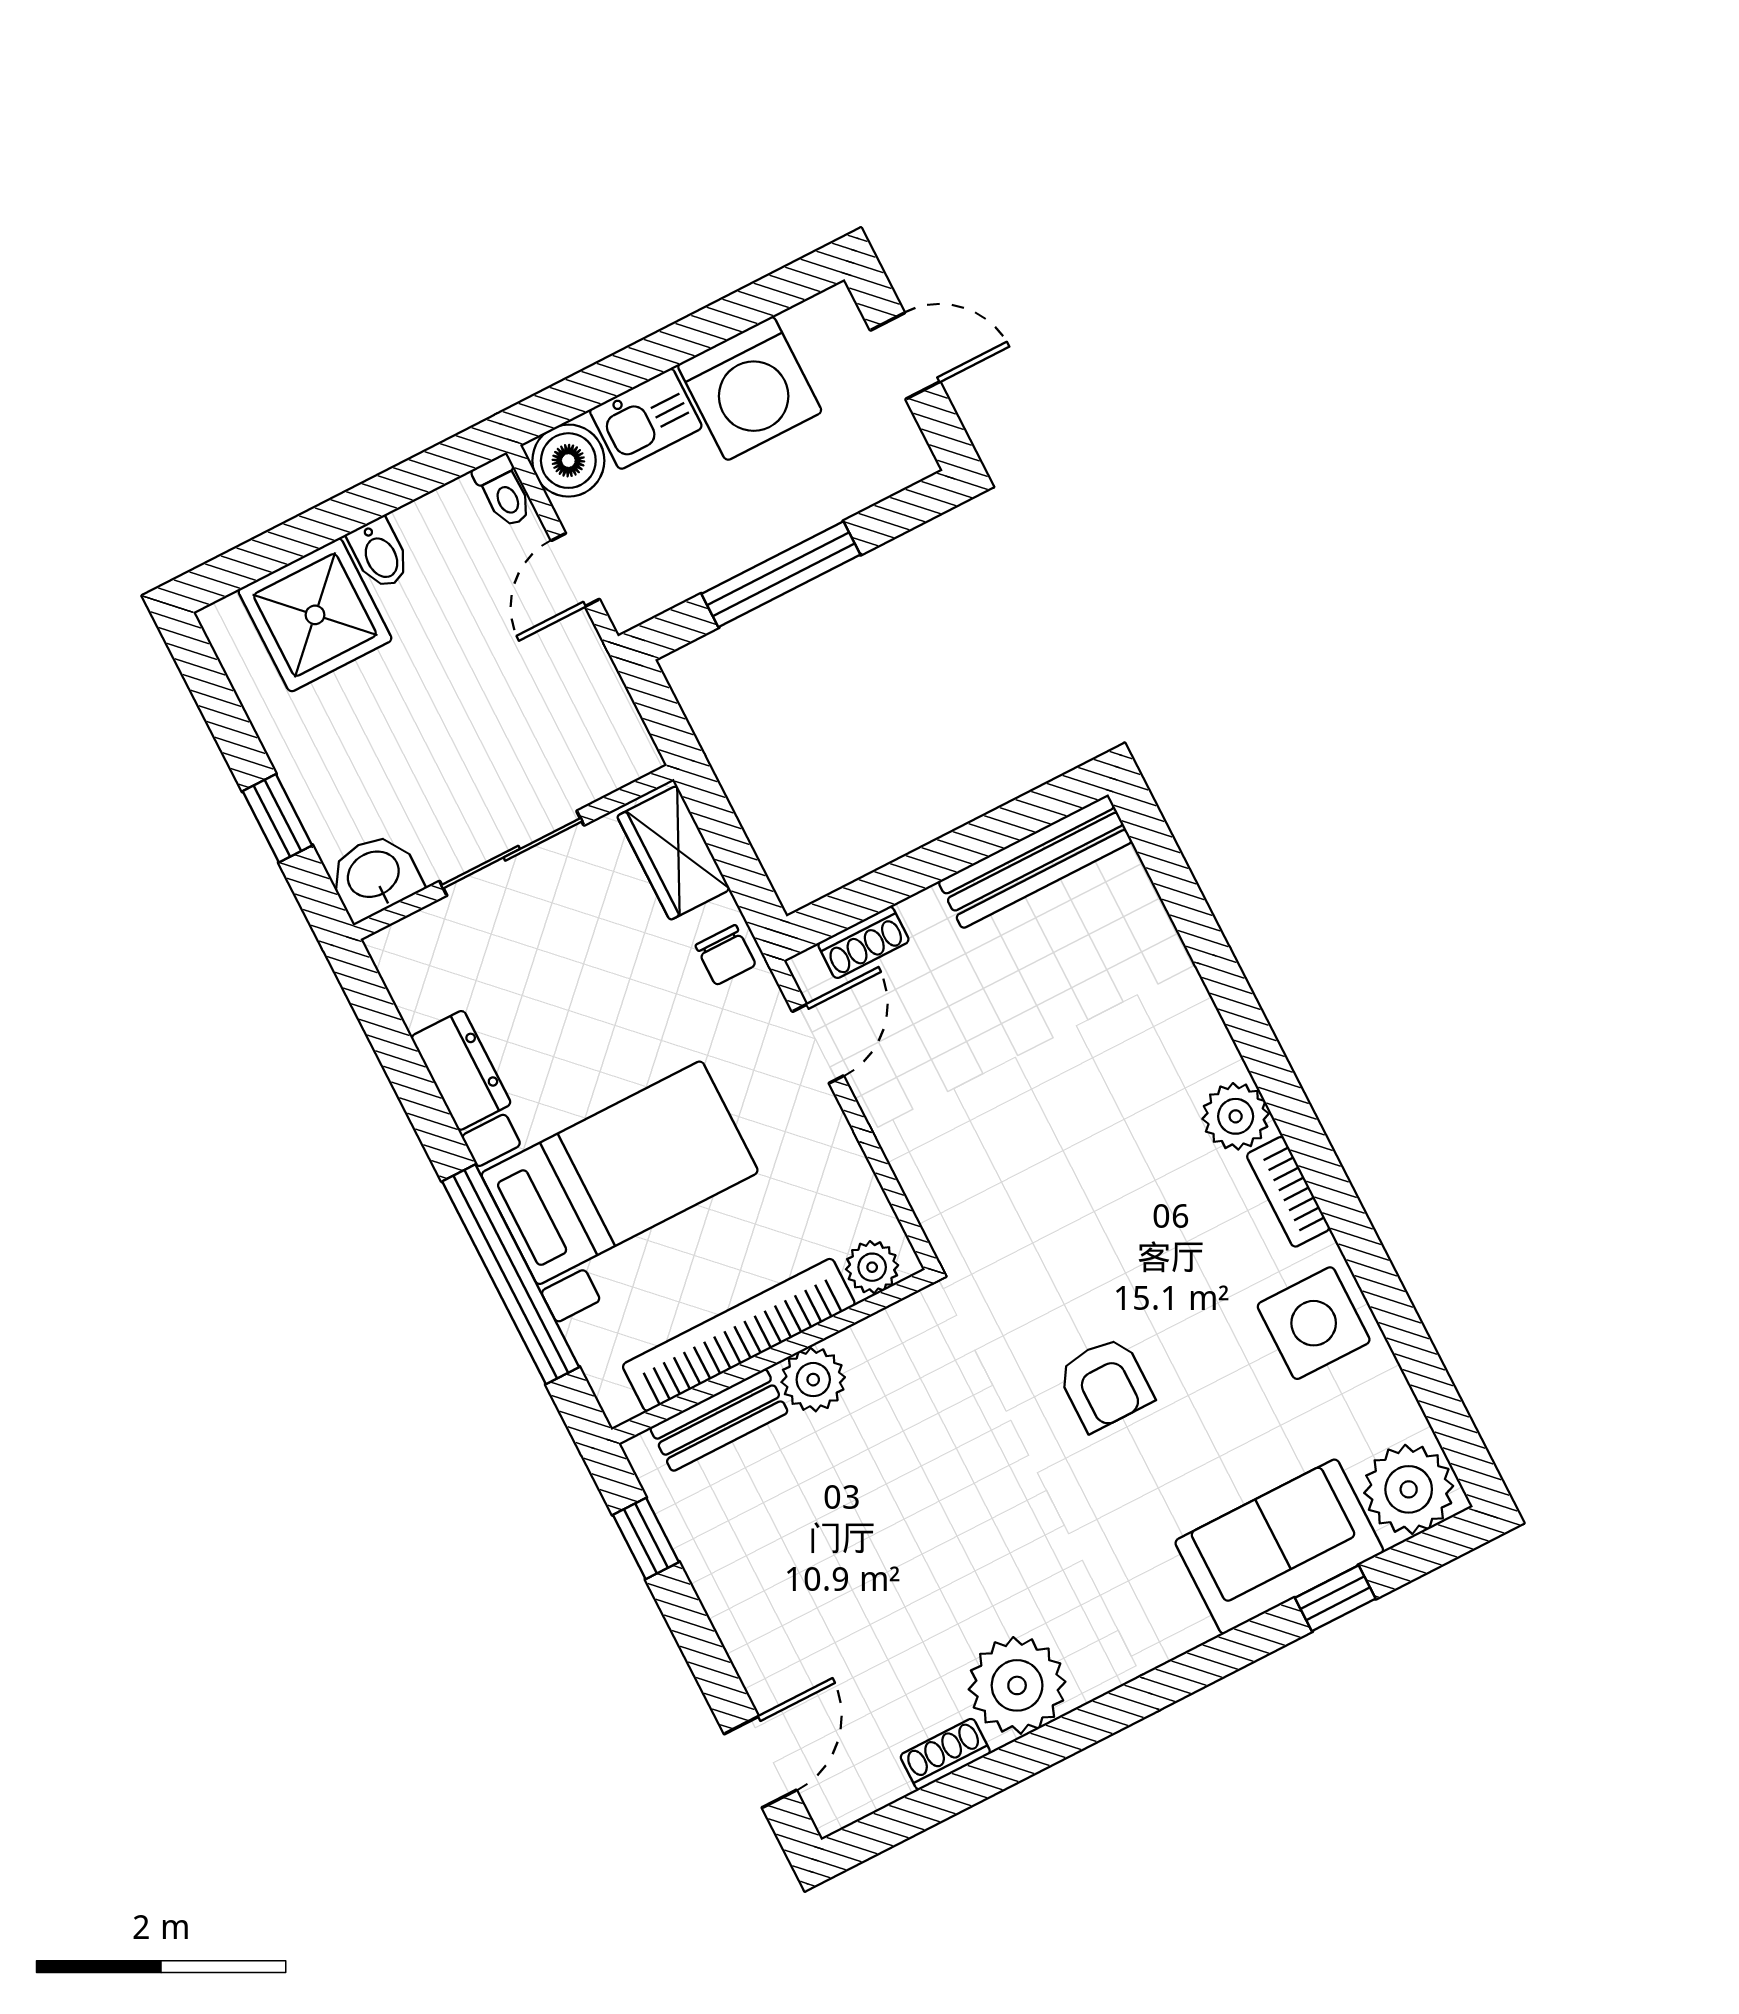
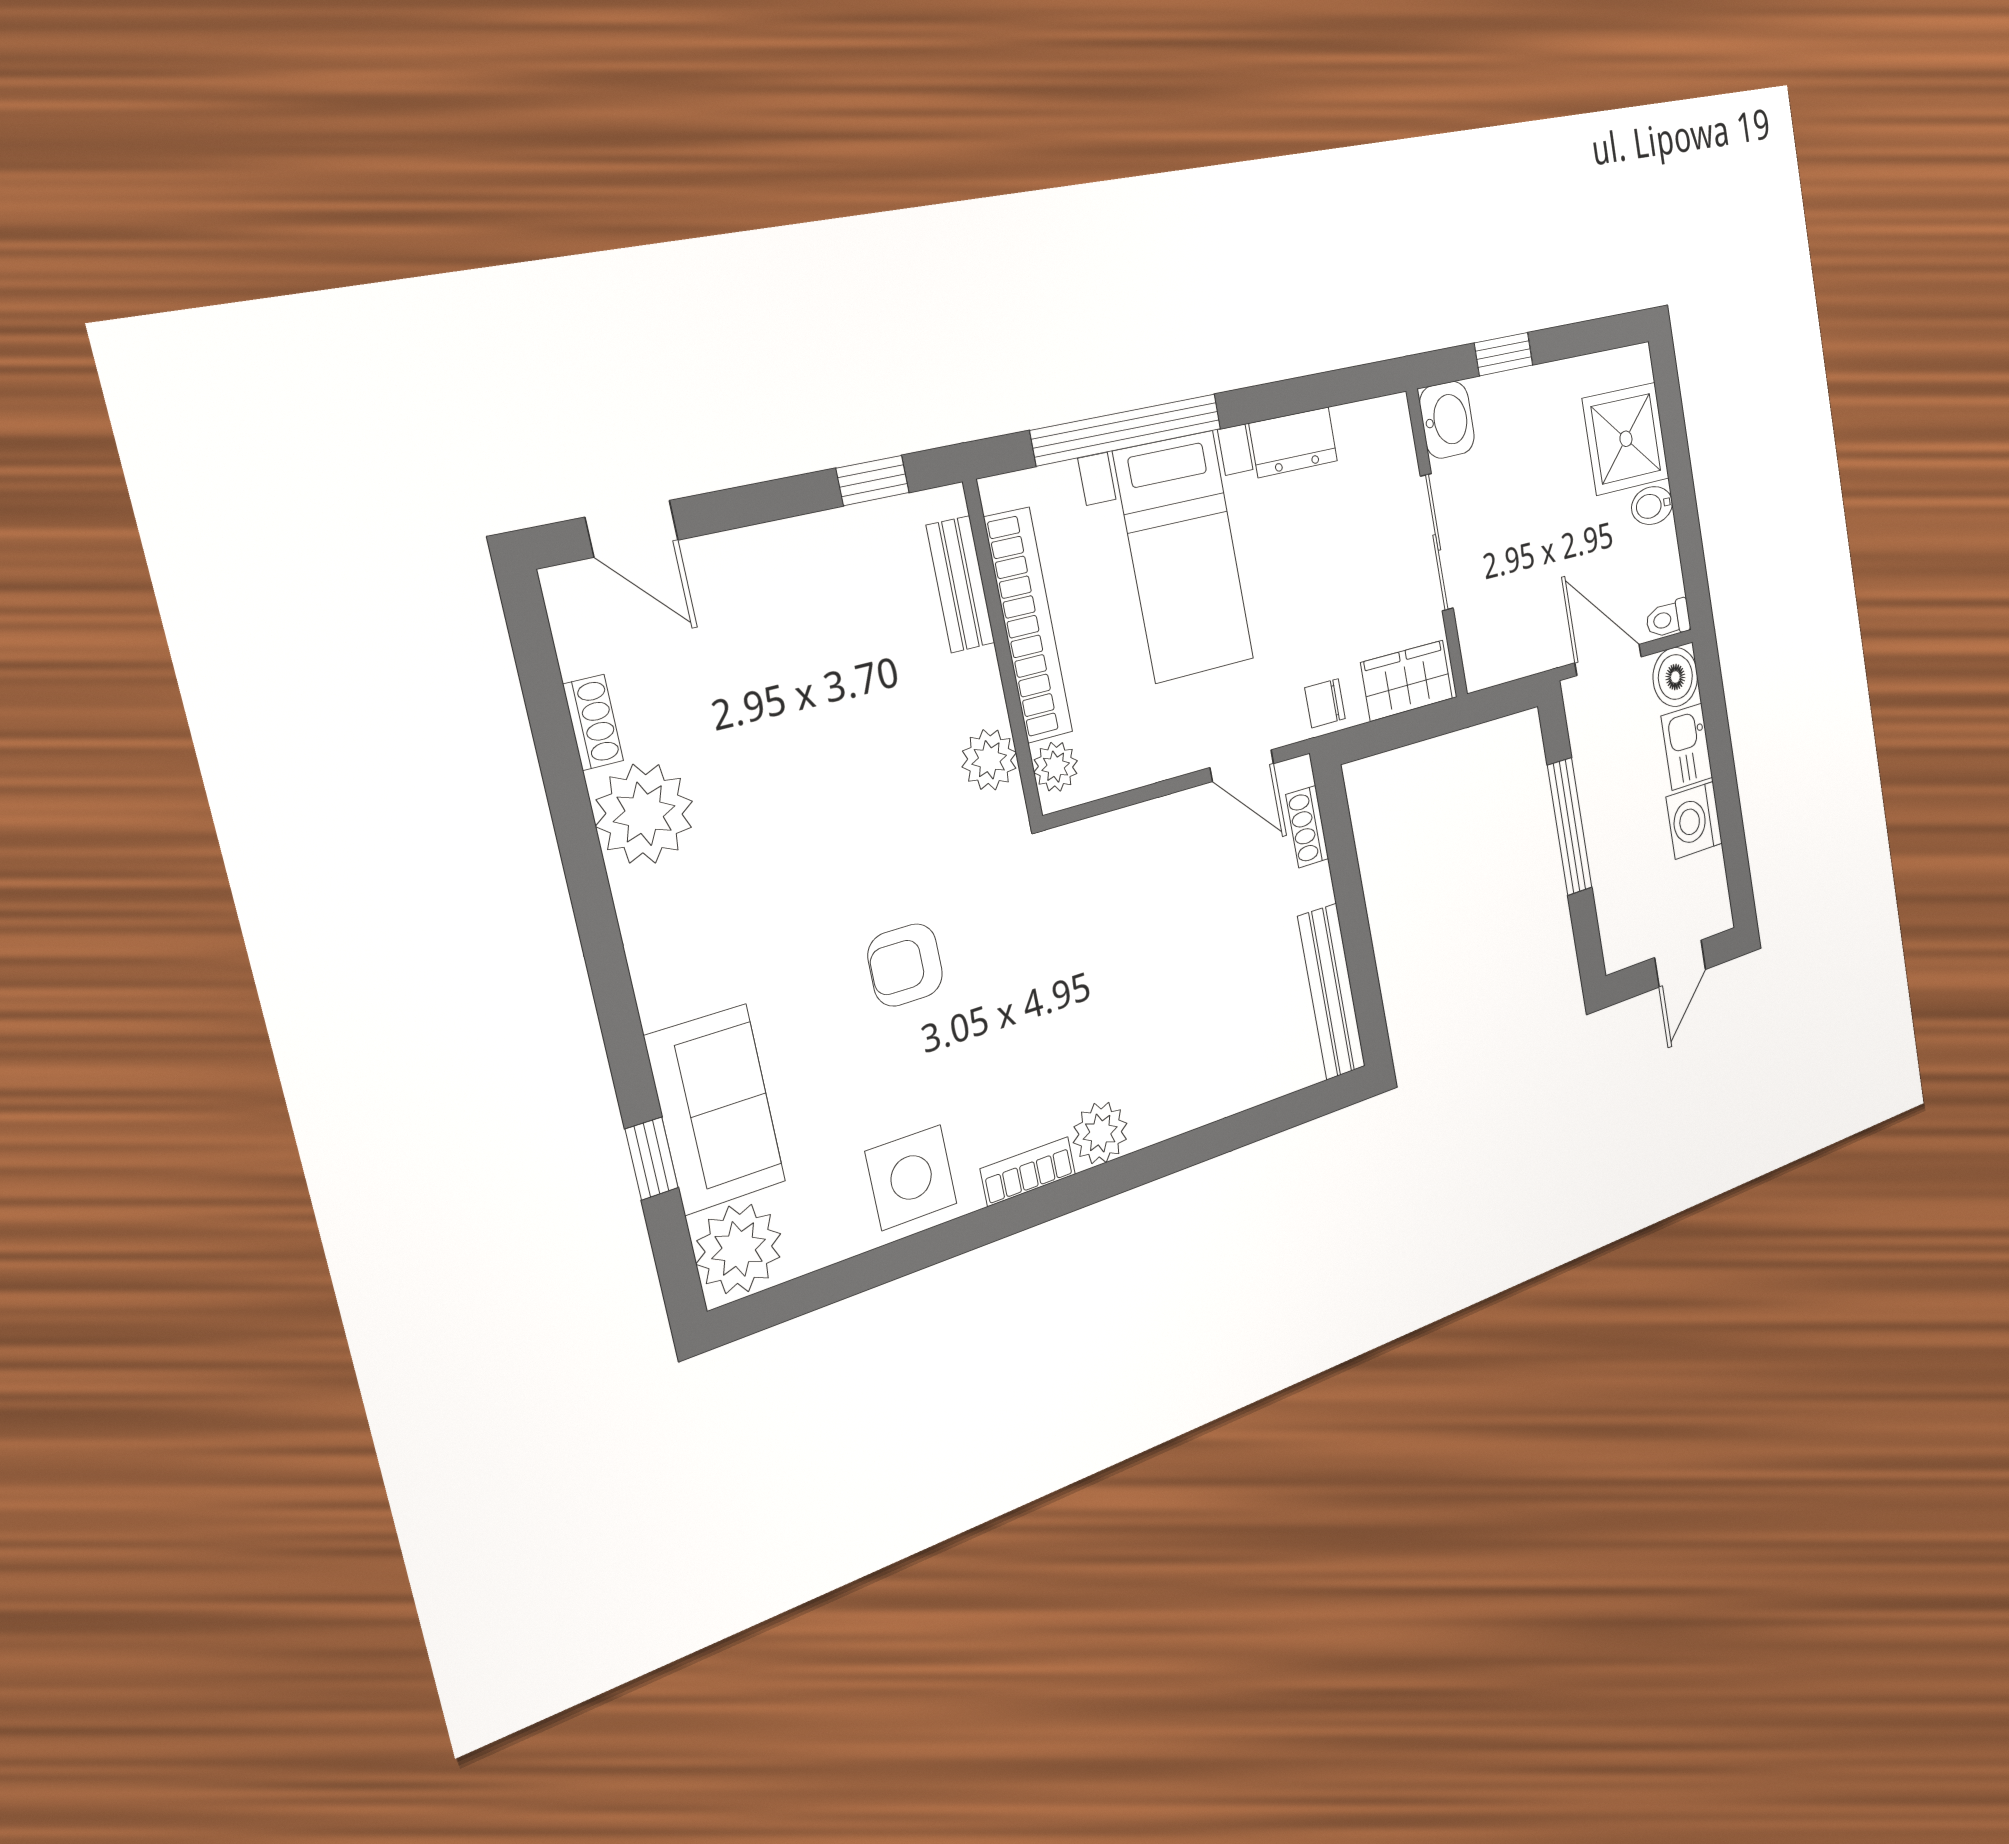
washing machine: (750, 388) -> (1694, 820), width x0.73, depth x0.73
door: (575, 570) -> (1608, 660), width x1.37
plant: (813, 1380) -> (989, 760), moved

